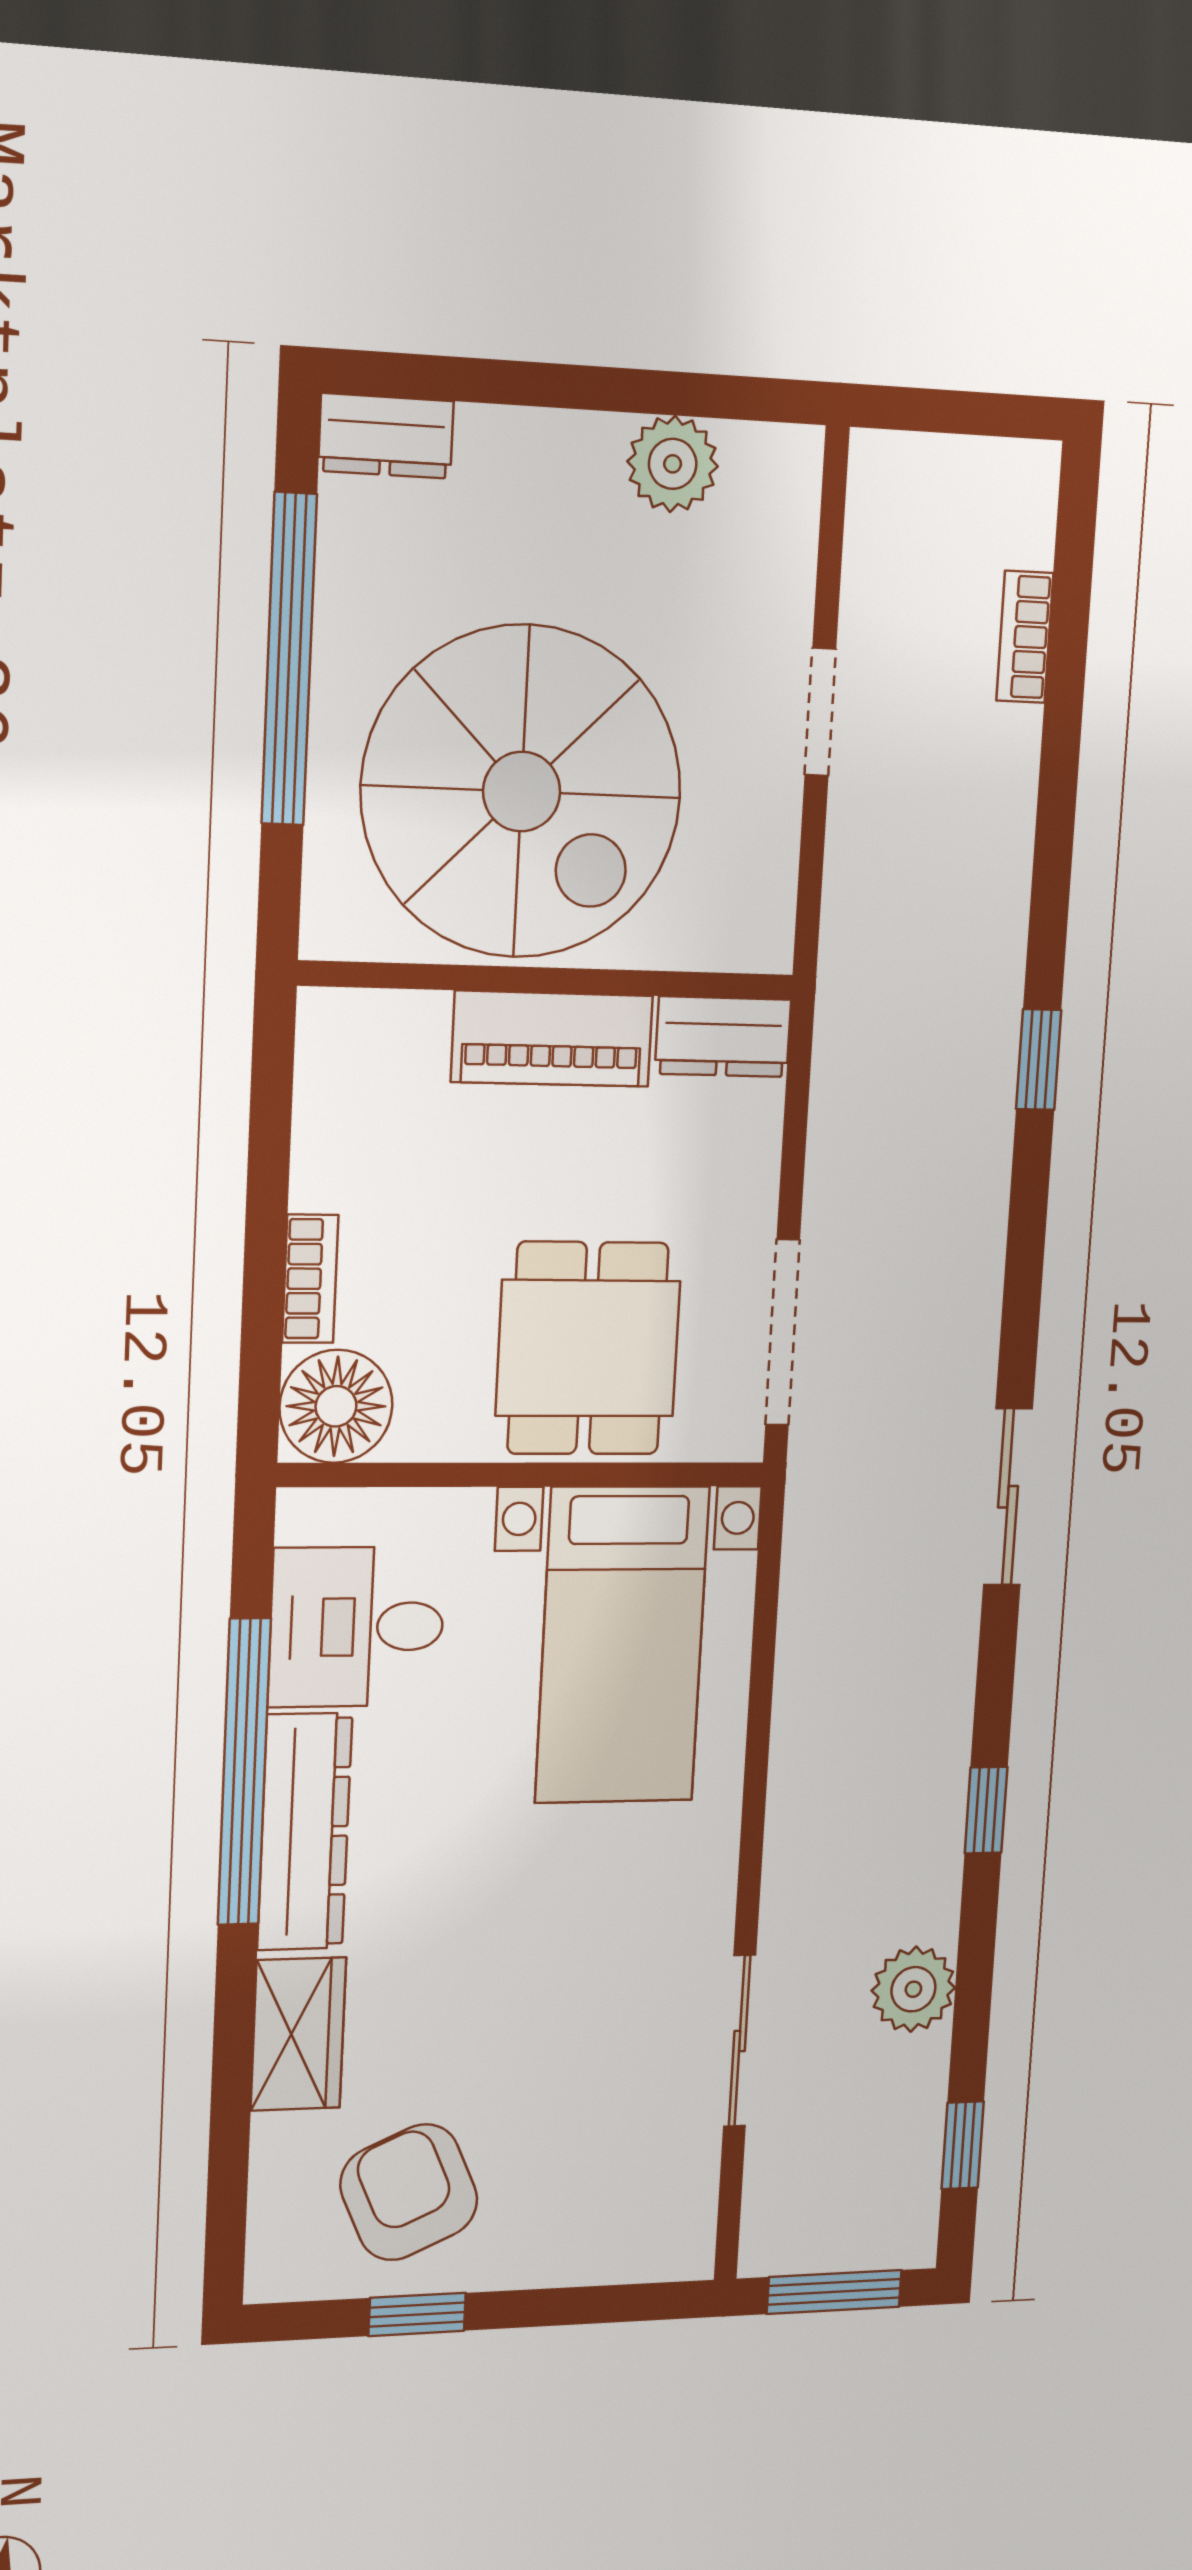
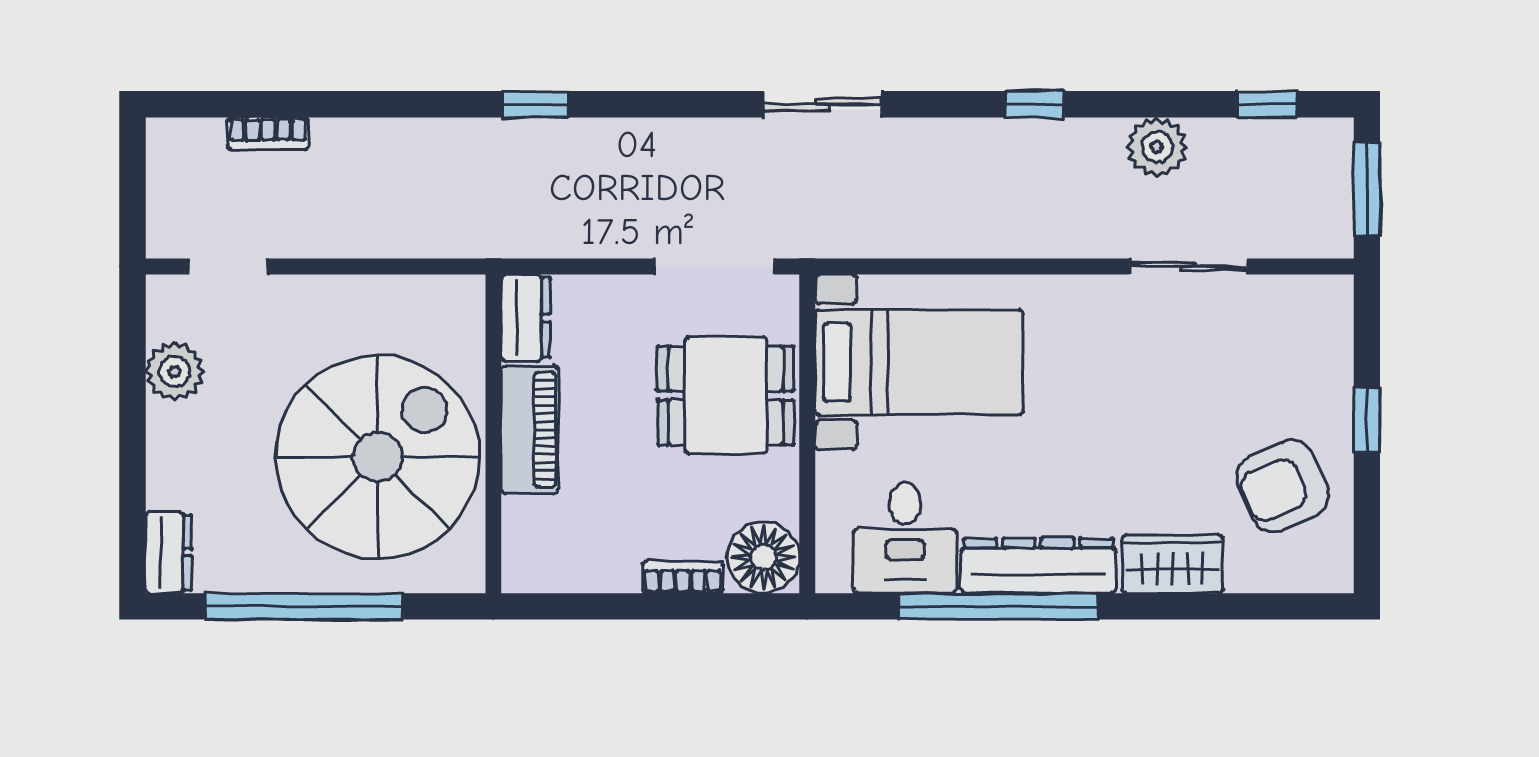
doorway: (820, 712) -> (228, 266), moved
window: (417, 2314) -> (1367, 419), moved

